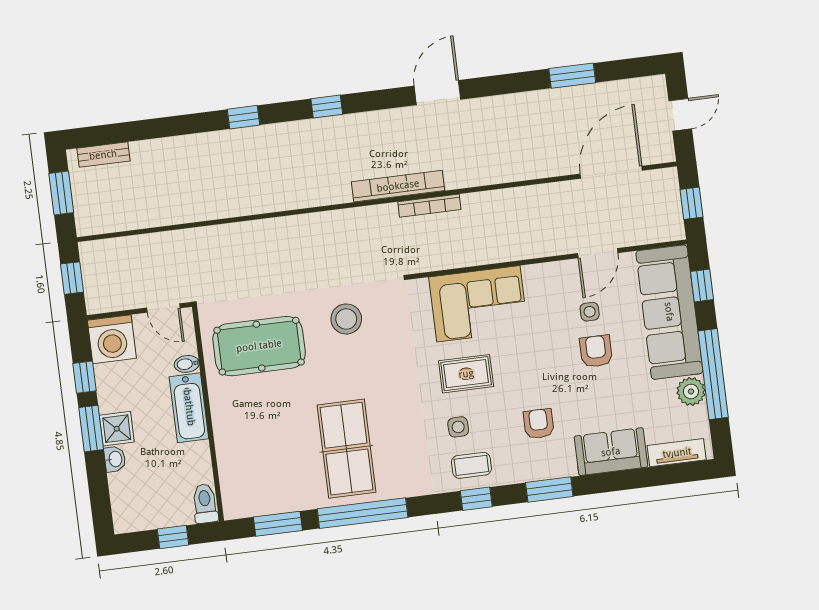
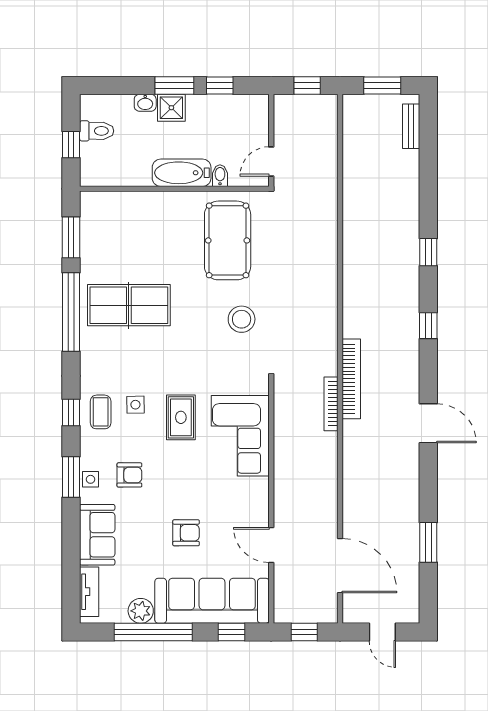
side table: (590, 312) -> (90, 479), moved
washing machine: (112, 339) -> (250, 113), removed
toilet: (205, 504) -> (97, 131), moved

